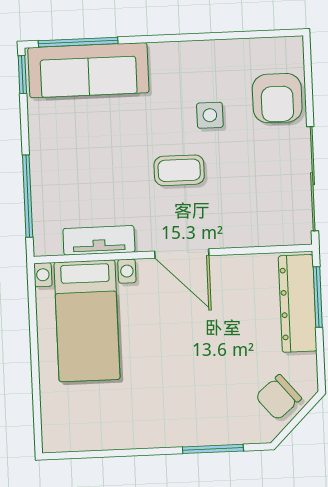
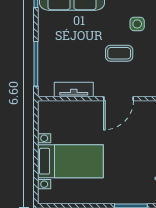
door: (182, 253) -> (119, 99), hinge flipped
bed with nightstands: (87, 321) -> (70, 161), moved, turned -90

